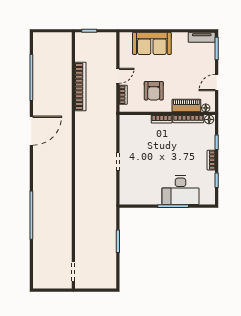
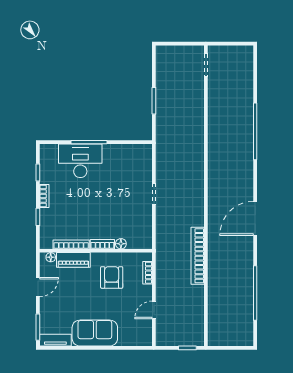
sofa: (152, 43) -> (95, 333), moved
door: (118, 76) -> (154, 310), moved
bookcase: (80, 87) -> (198, 256), moved
floor lamp: (209, 119) -> (121, 244), moved
door: (31, 131) -> (255, 218), moved

